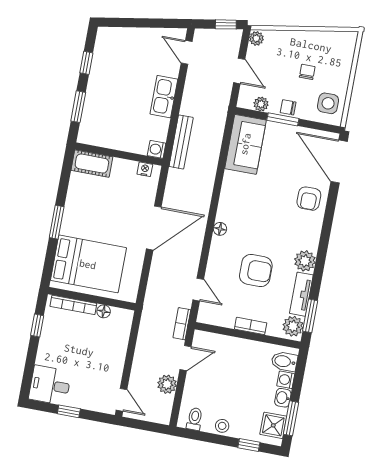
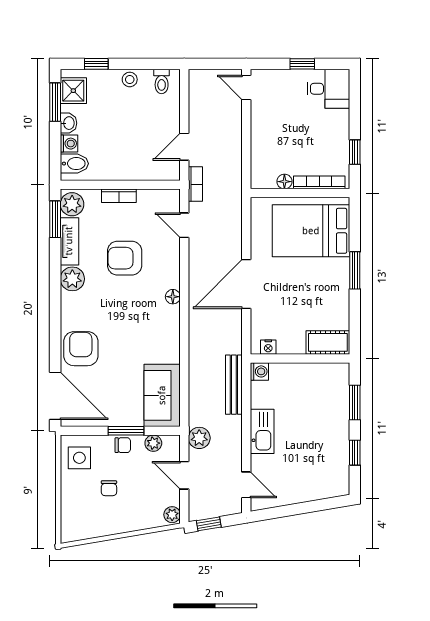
armchair: (309, 199) -> (81, 349), width x1.38, depth x1.38
plant: (167, 384) -> (199, 438), moved

